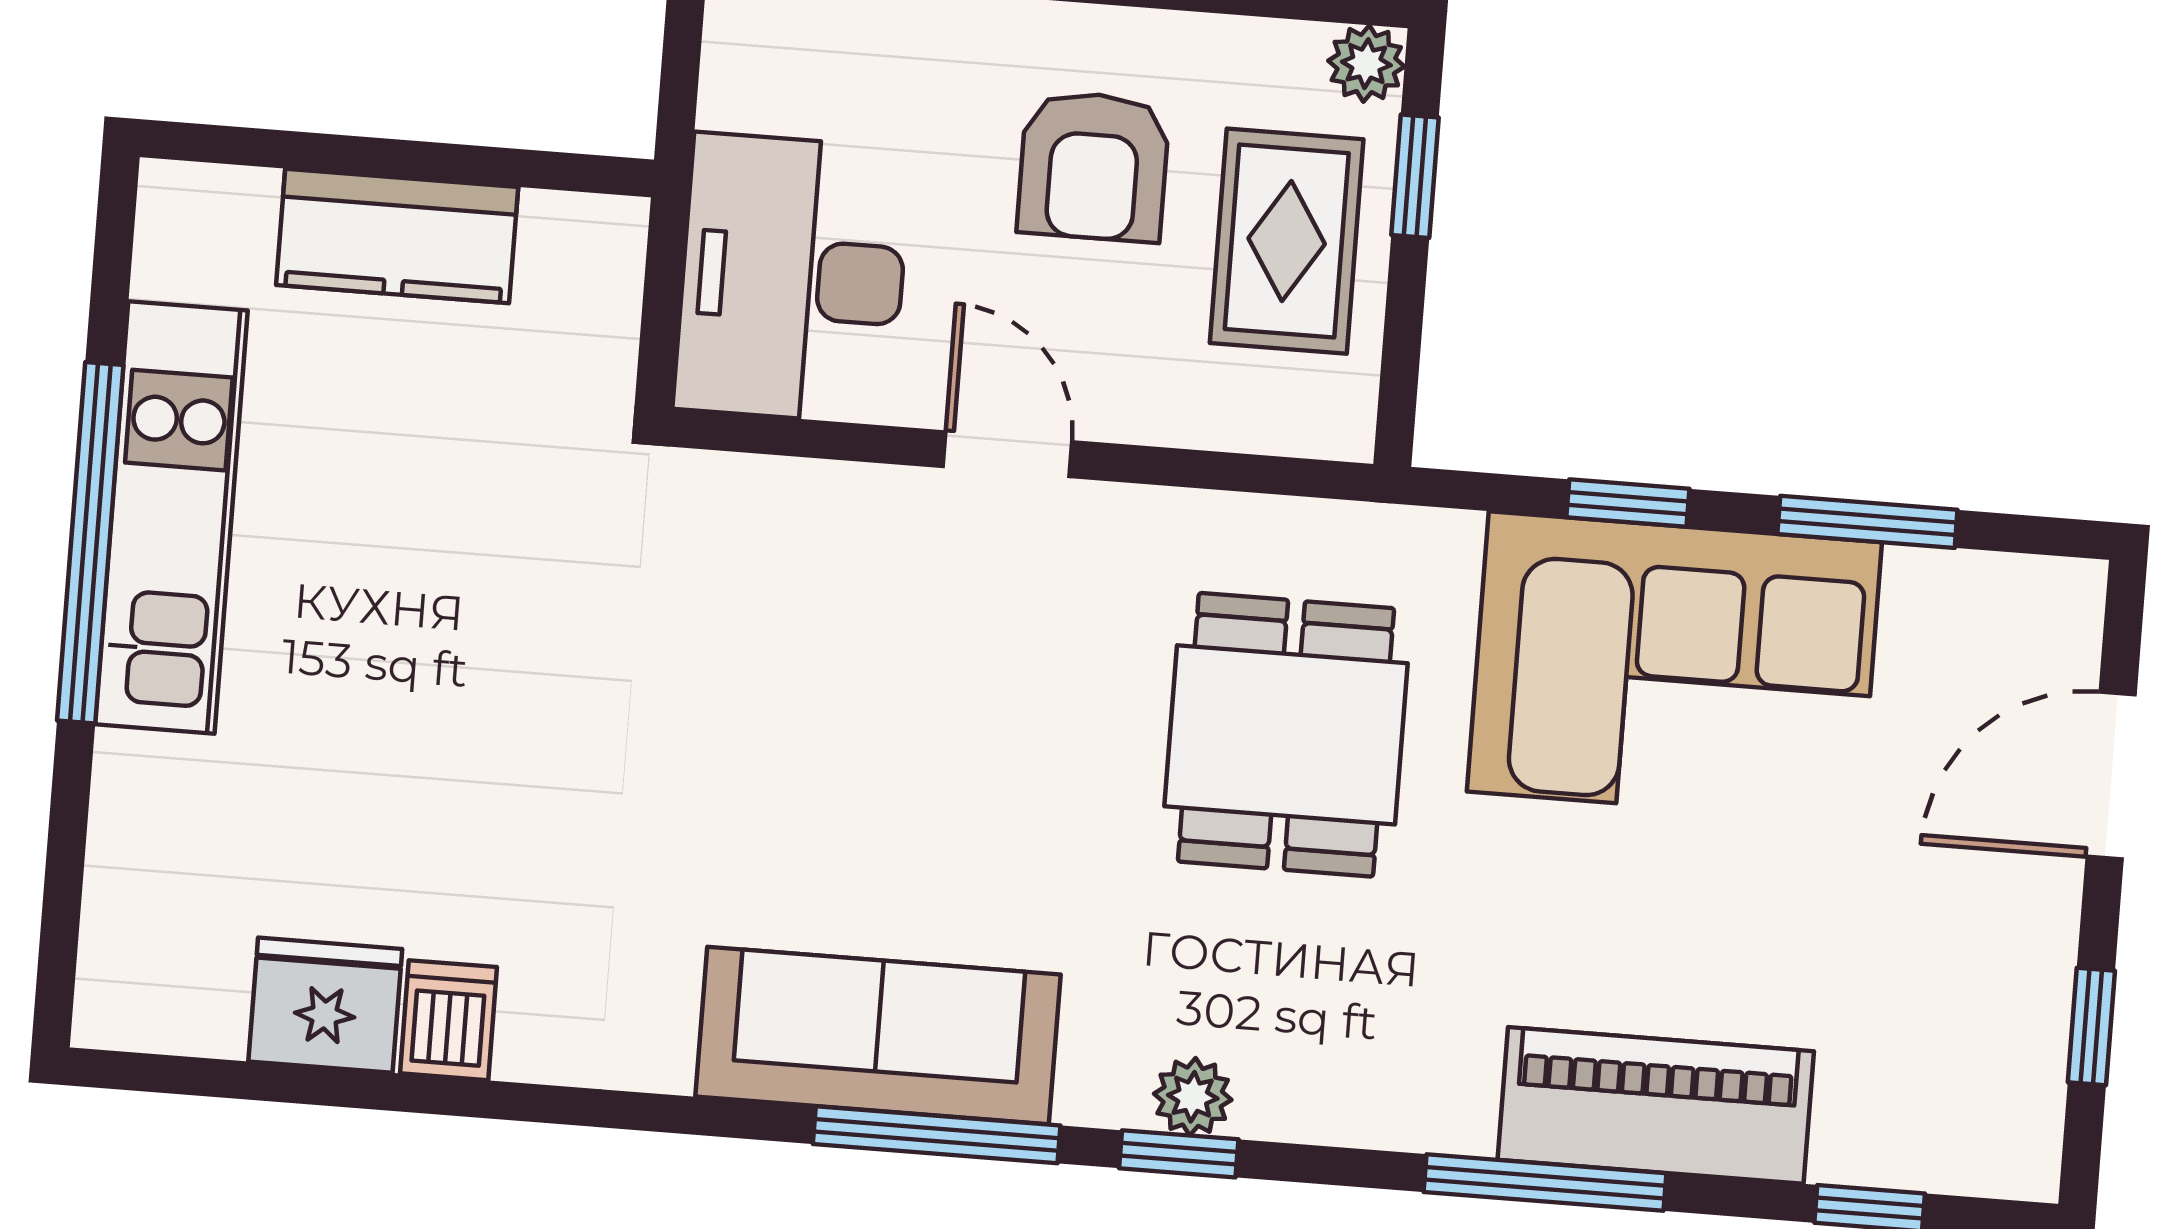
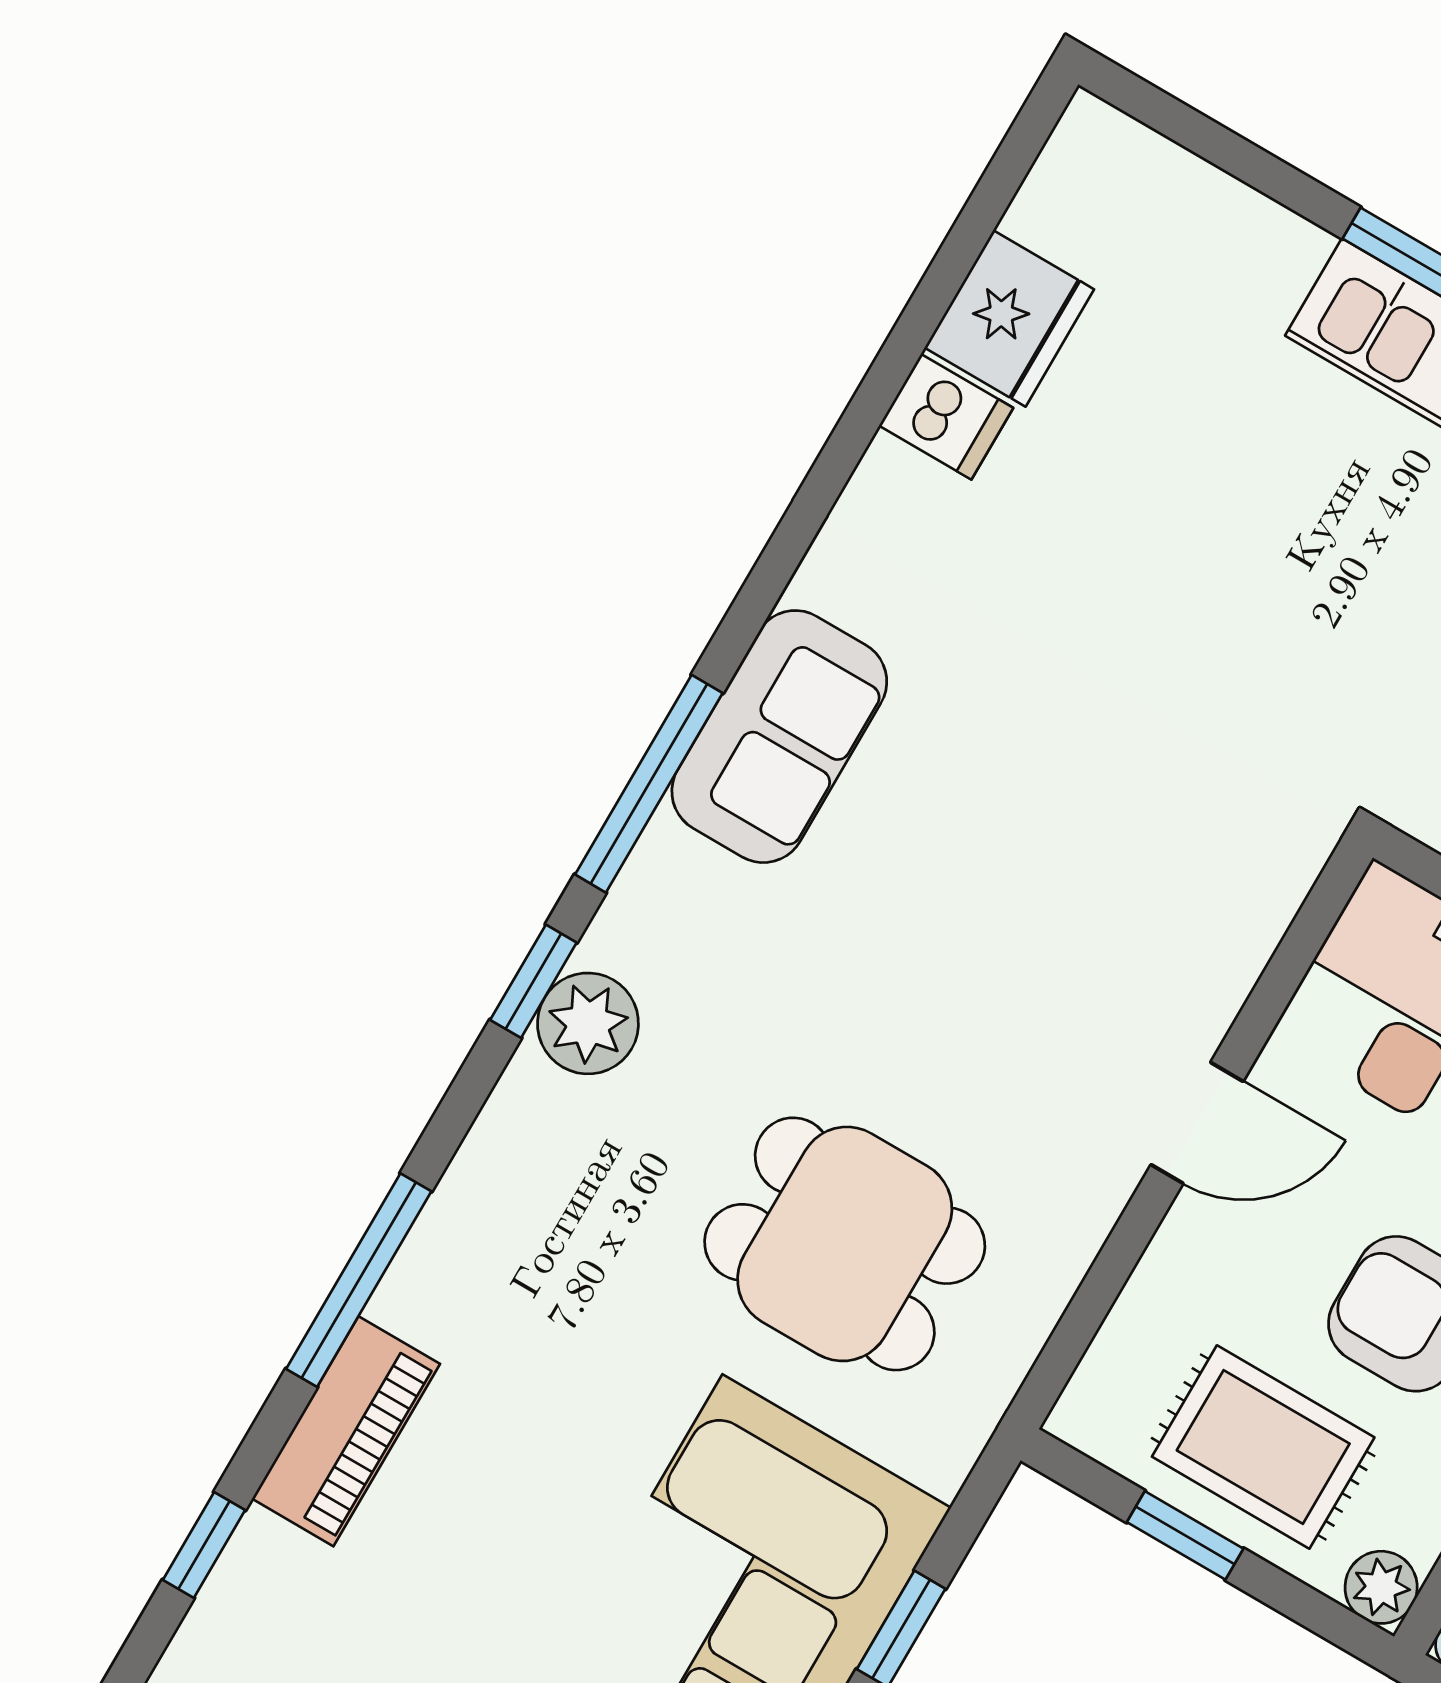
window: (1415, 176) -> (1185, 1535), moved
sofa: (878, 1036) -> (779, 737), width x0.73
plant: (1193, 1097) -> (588, 1023), width x1.38, depth x1.38
piano: (1656, 1105) -> (346, 1431), width x0.73, depth x0.75

